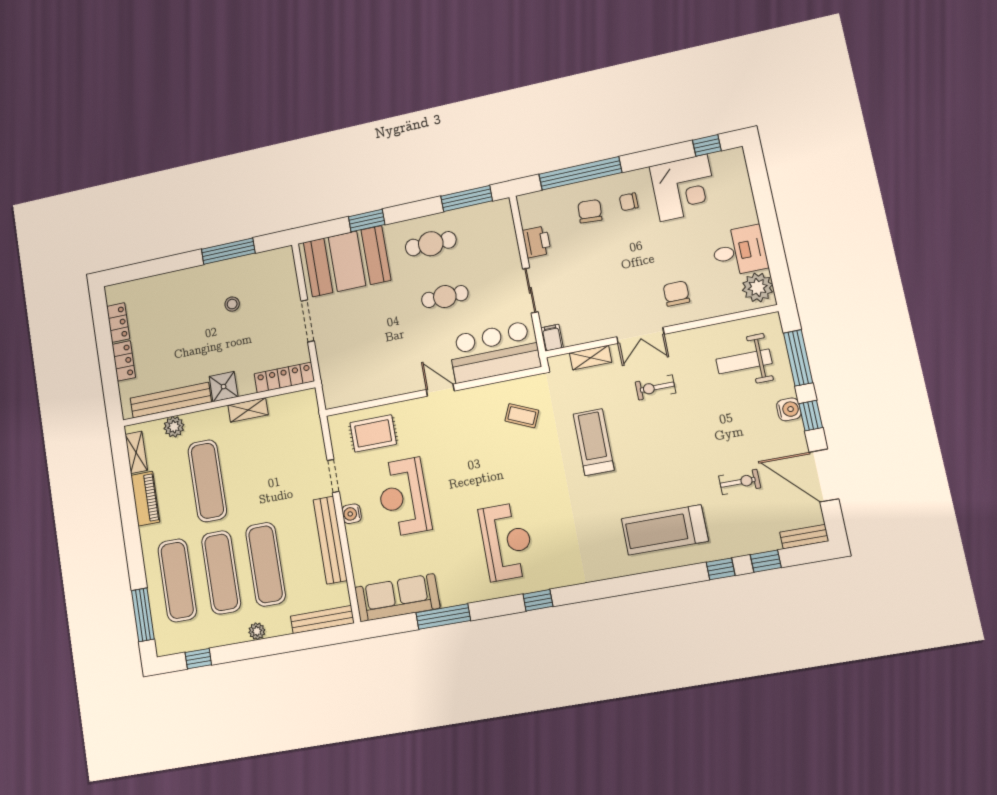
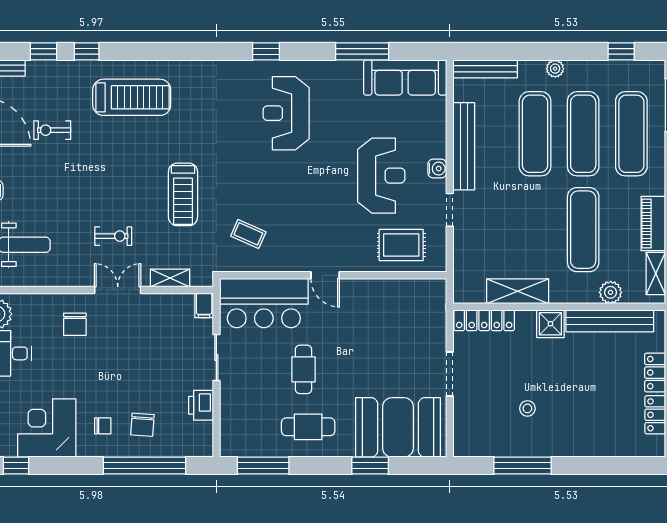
cafe table: (445, 297) -> (303, 369), turned 90
shelving: (248, 410) -> (518, 291), width x1.50, depth x1.33

